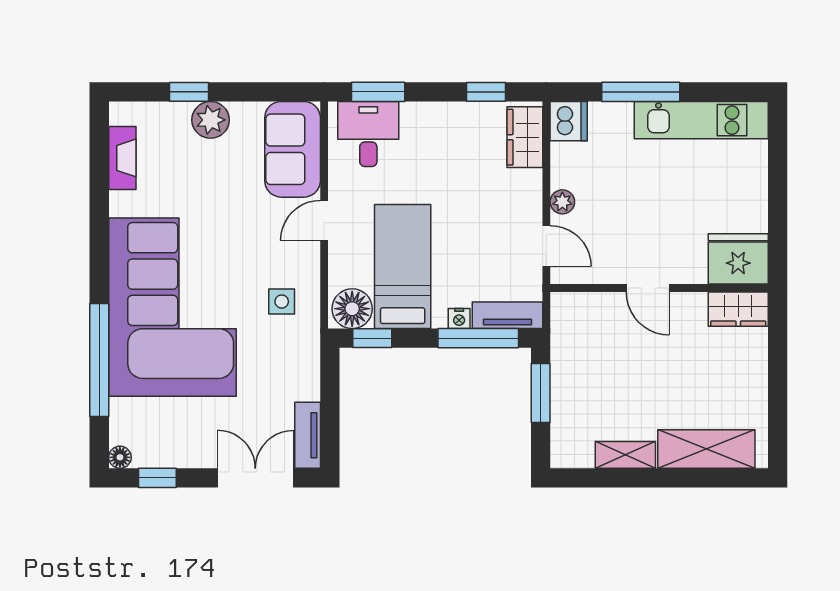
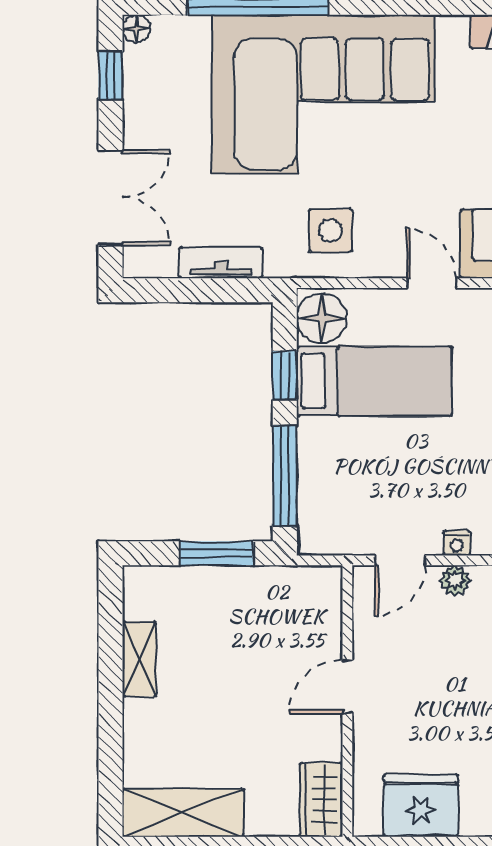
fridge: (738, 259) -> (421, 805), moved, turned -90
side table: (282, 302) -> (331, 230), width x1.37, depth x1.37
tv unit: (507, 315) -> (313, 512), removed
nightstand: (459, 319) -> (457, 543), moved, turned -90
window: (372, 338) -> (285, 375), moved
tv unit: (308, 435) -> (221, 263), moved
shelving: (706, 449) -> (183, 813), moved, turned 90

